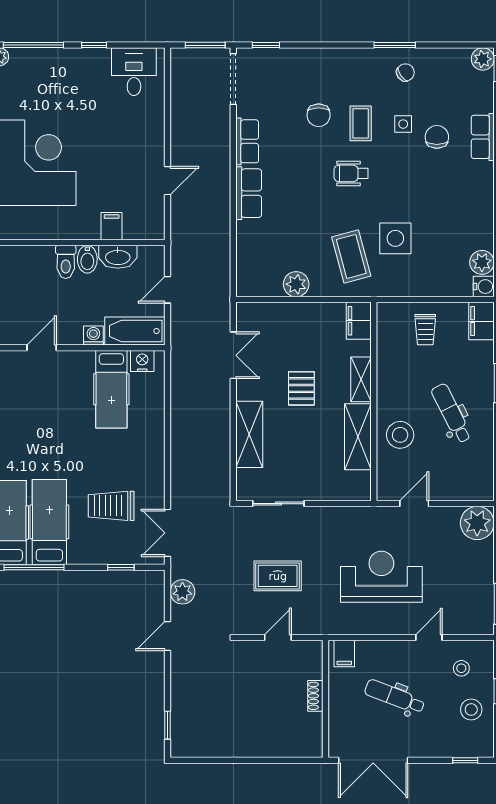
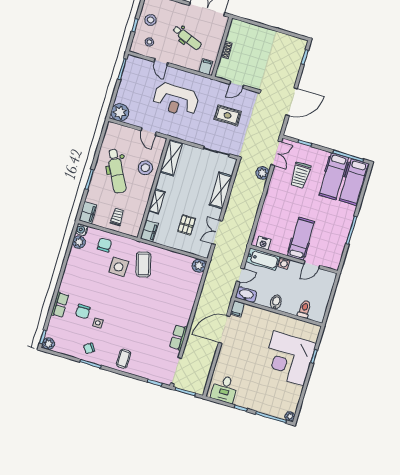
chair: (319, 115) -> (104, 245), moved
coffee table: (361, 123) -> (124, 359), moved
wheelchair: (351, 173) -> (131, 306), removed
door: (168, 181) -> (224, 330), width x1.87
row of seats: (249, 193) -> (185, 311), removed
filing cabinet: (112, 226) -> (237, 309), moved
washbasin: (118, 257) -> (246, 295), moved
toilet: (66, 262) -> (304, 309), moved
plant: (296, 284) -> (199, 266), moved
pallet: (301, 388) -> (187, 225), moved
hospital bed: (111, 389) -> (301, 239), moved
dental chair: (451, 413) -> (117, 171), width x1.36, depth x1.38
shelving: (358, 437) -> (171, 158), moved
door: (414, 504) -> (148, 131), hinge flipped
trolley: (111, 506) -> (300, 175), turned 90
plant: (182, 592) -> (262, 173), moved
door: (168, 636) -> (292, 102), width x1.87
door: (429, 637) -> (161, 62), hinge flipped

